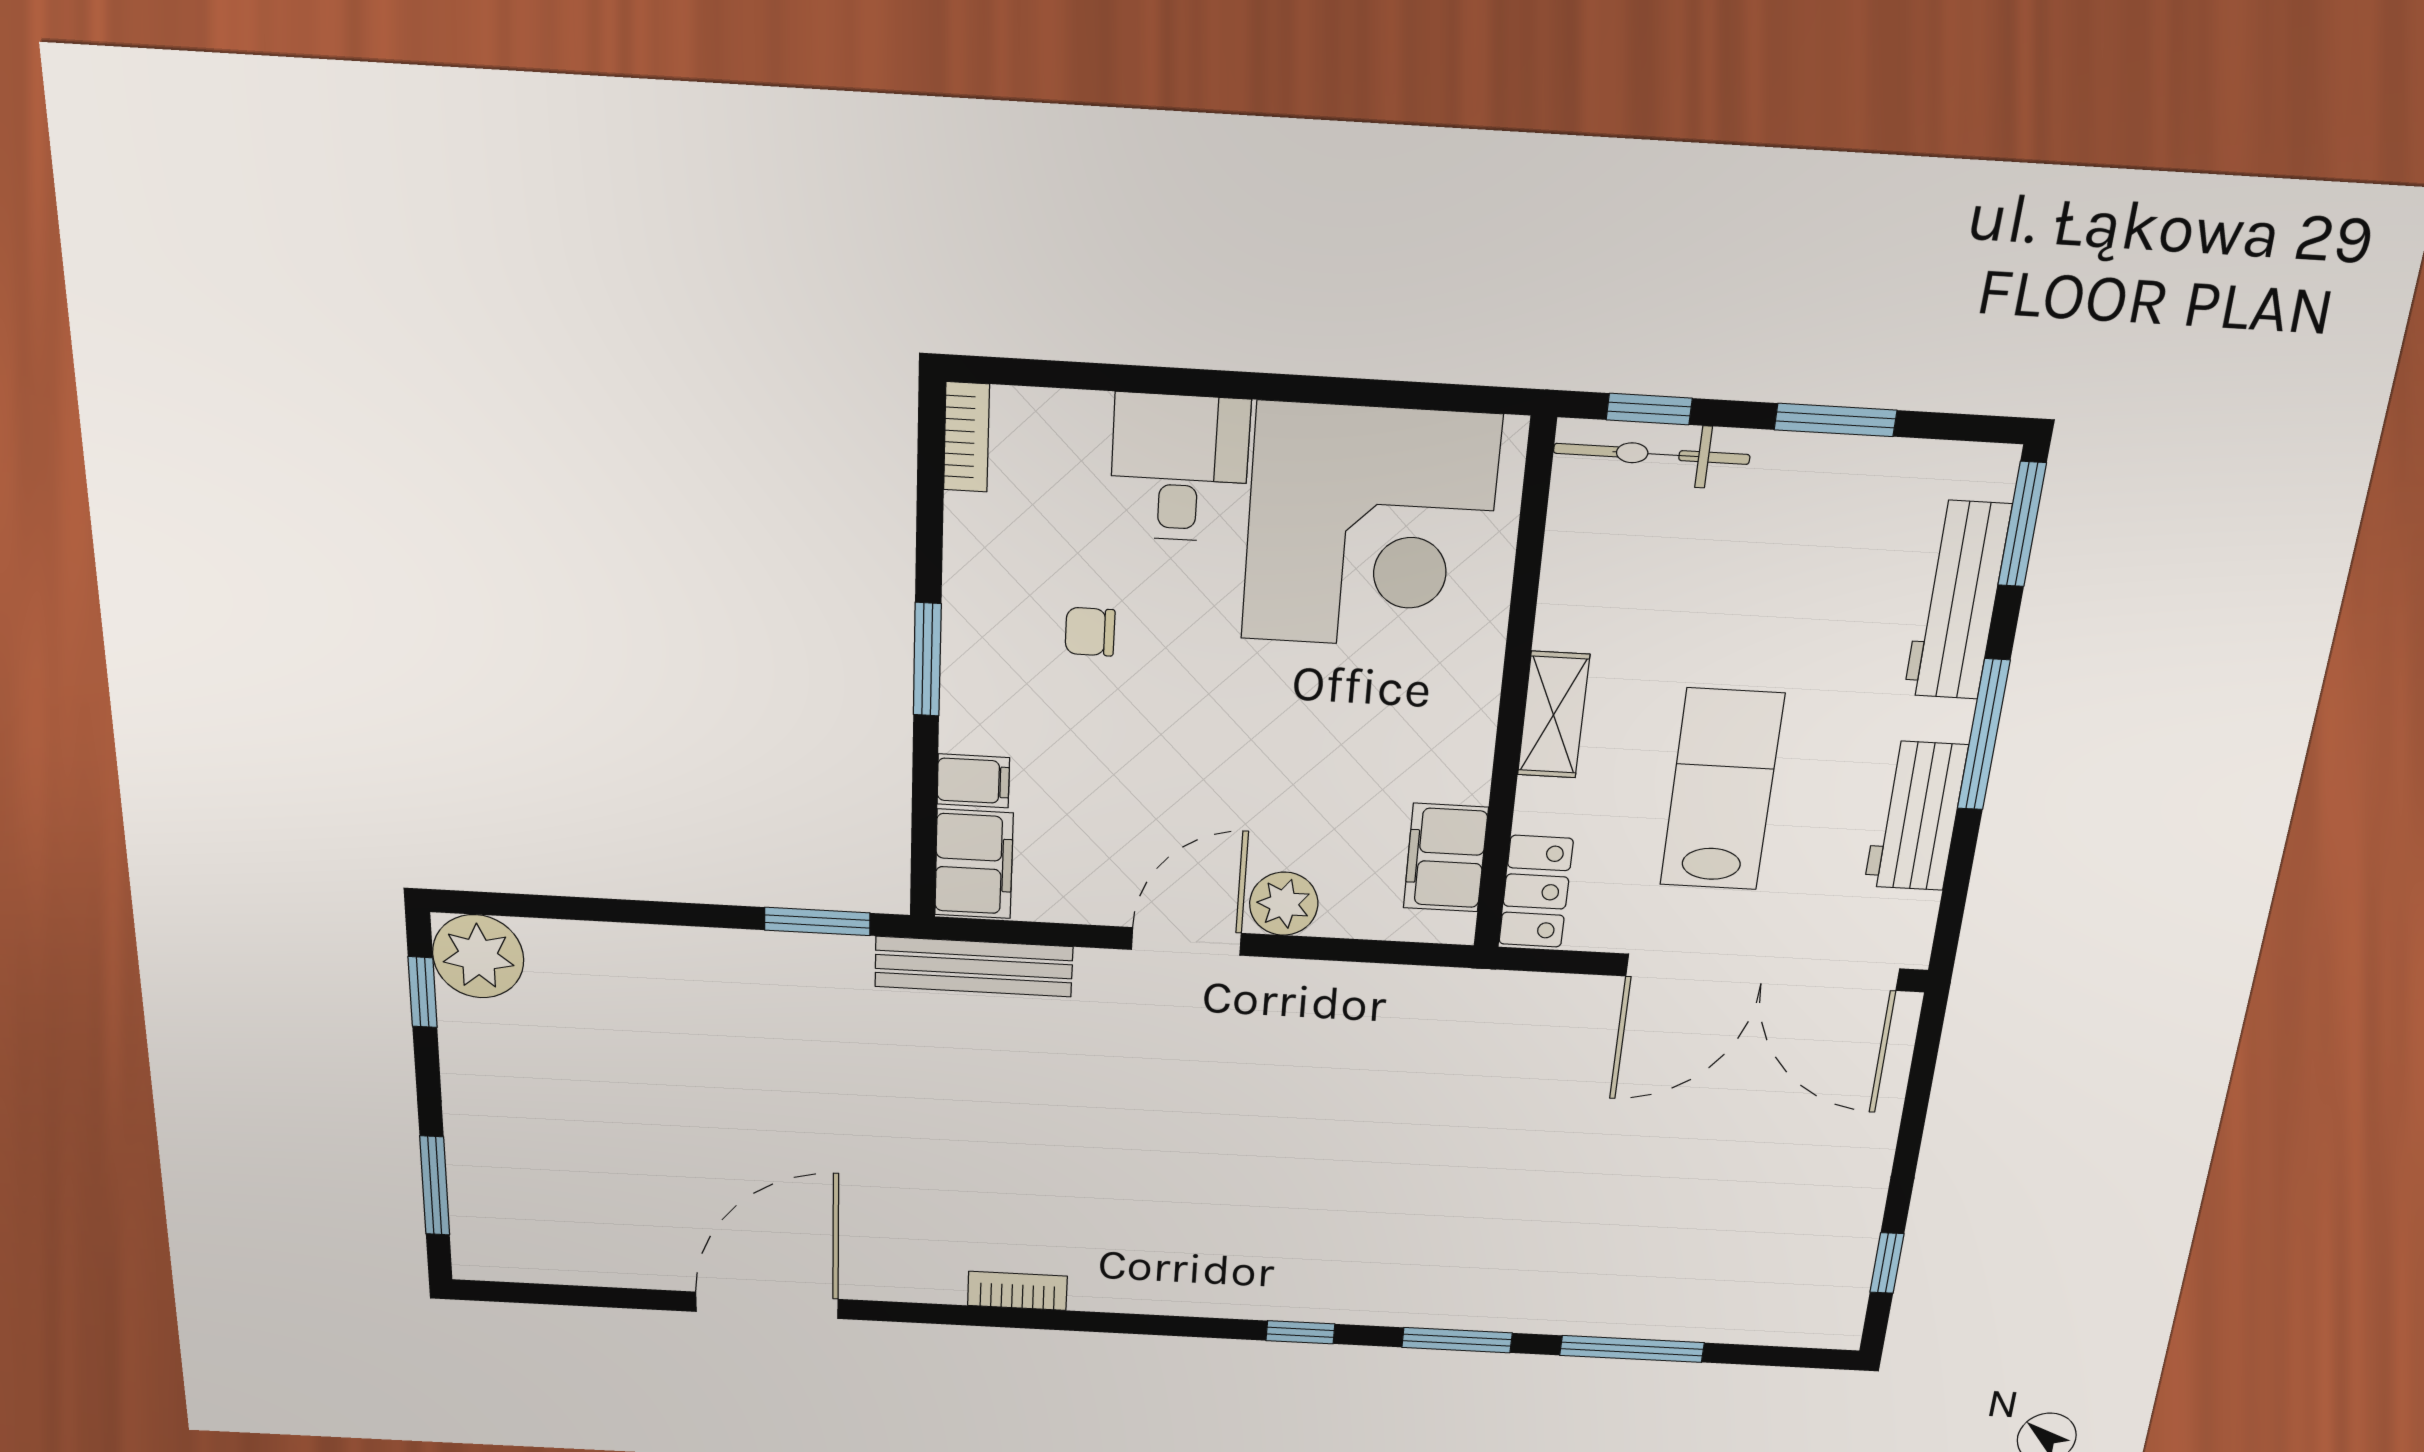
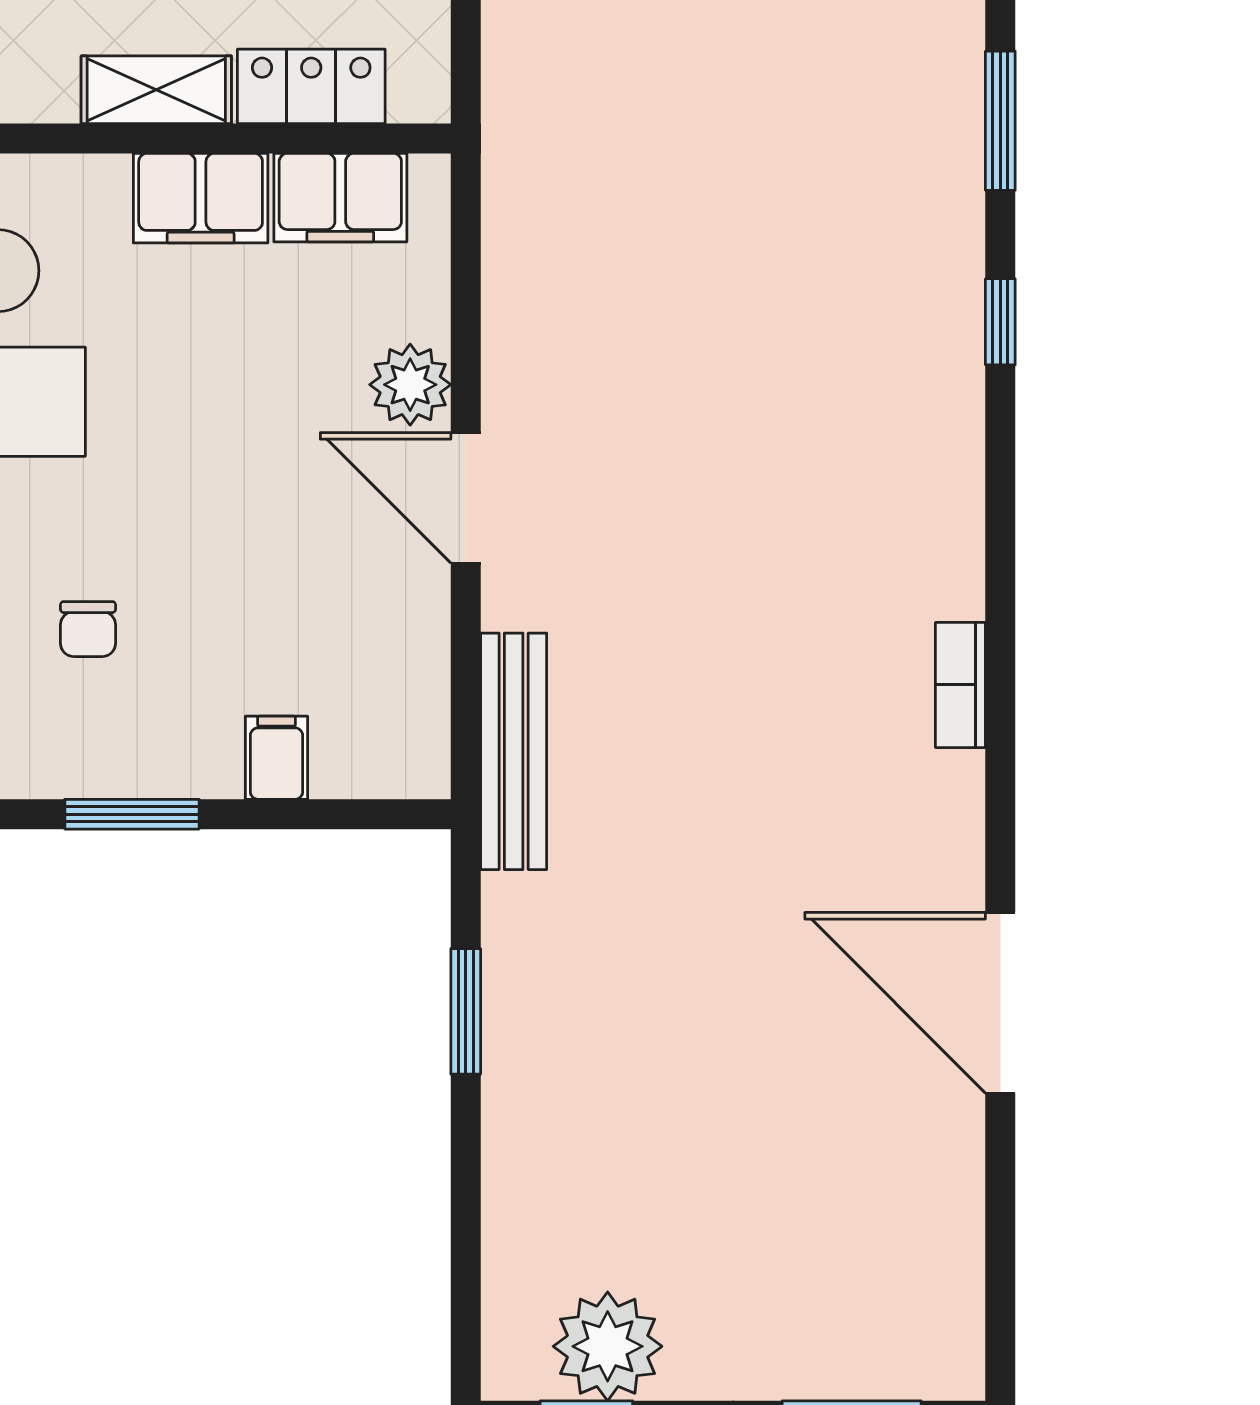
filing cabinet: (974, 864) -> (201, 198), moved, turned 180
locker: (1536, 891) -> (311, 86), moved
window: (817, 921) -> (466, 1011), moved
plant: (478, 956) -> (608, 1346), moved

